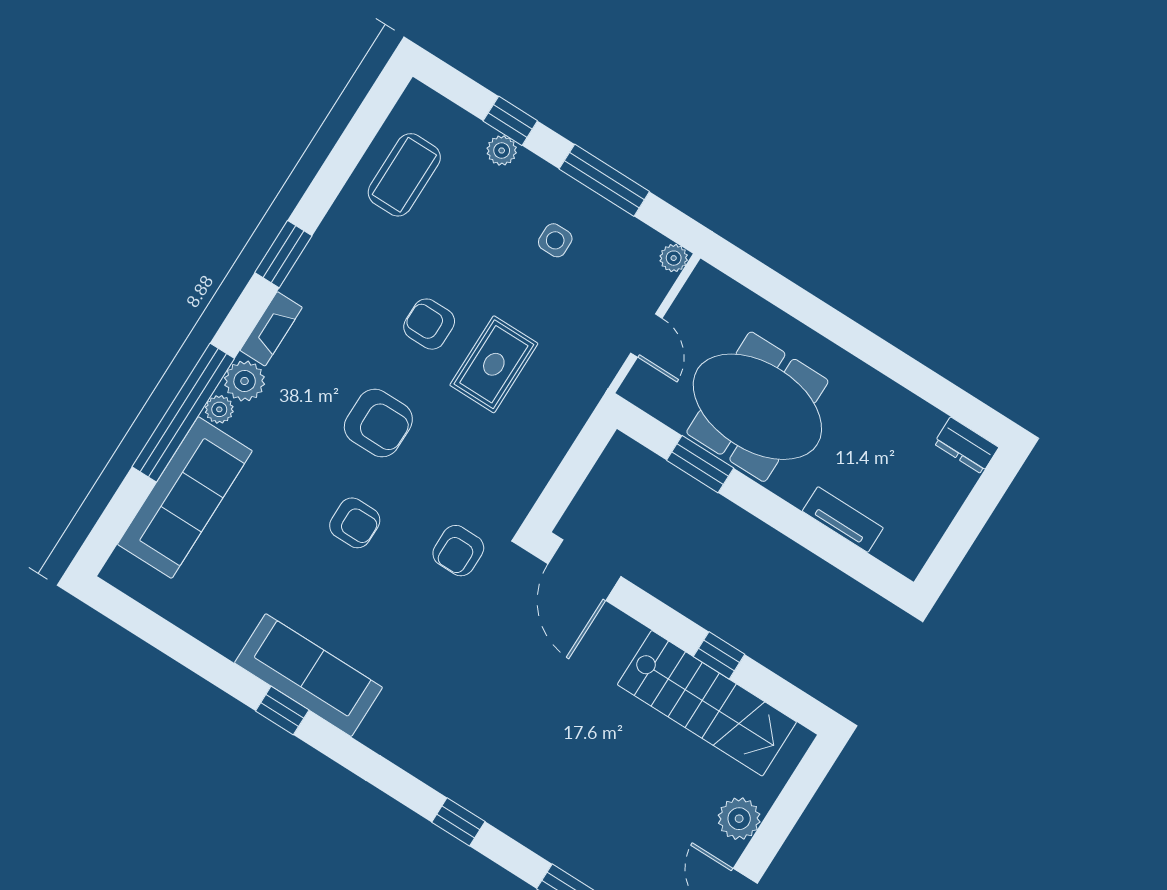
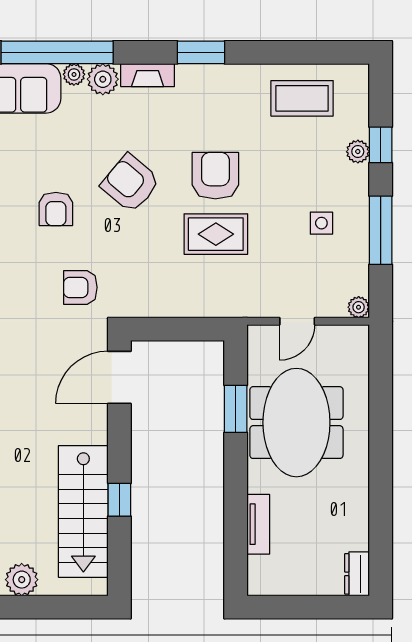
armchair: (429, 324) -> (215, 176), width x1.38, depth x1.38
armchair: (378, 423) -> (130, 183), turned 130

